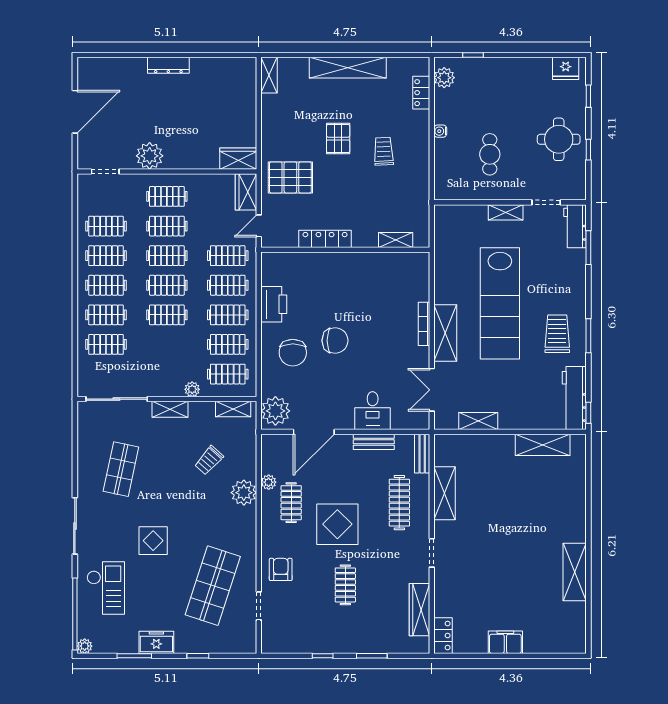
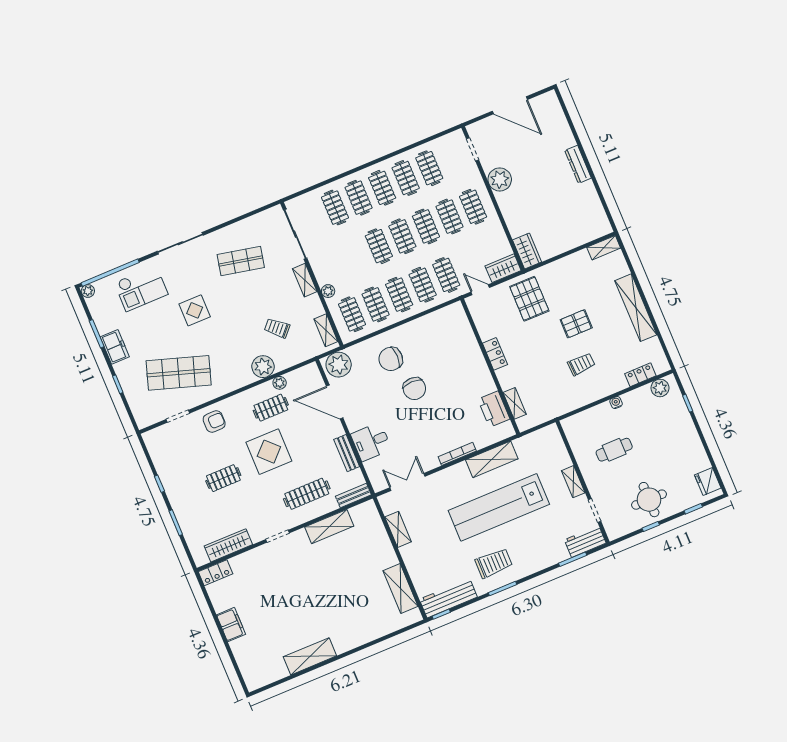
locker: (325, 239) -> (495, 354), width x0.66
printer: (274, 304) -> (494, 409), moved, turned 90
shelving: (445, 333) -> (492, 459), moved

